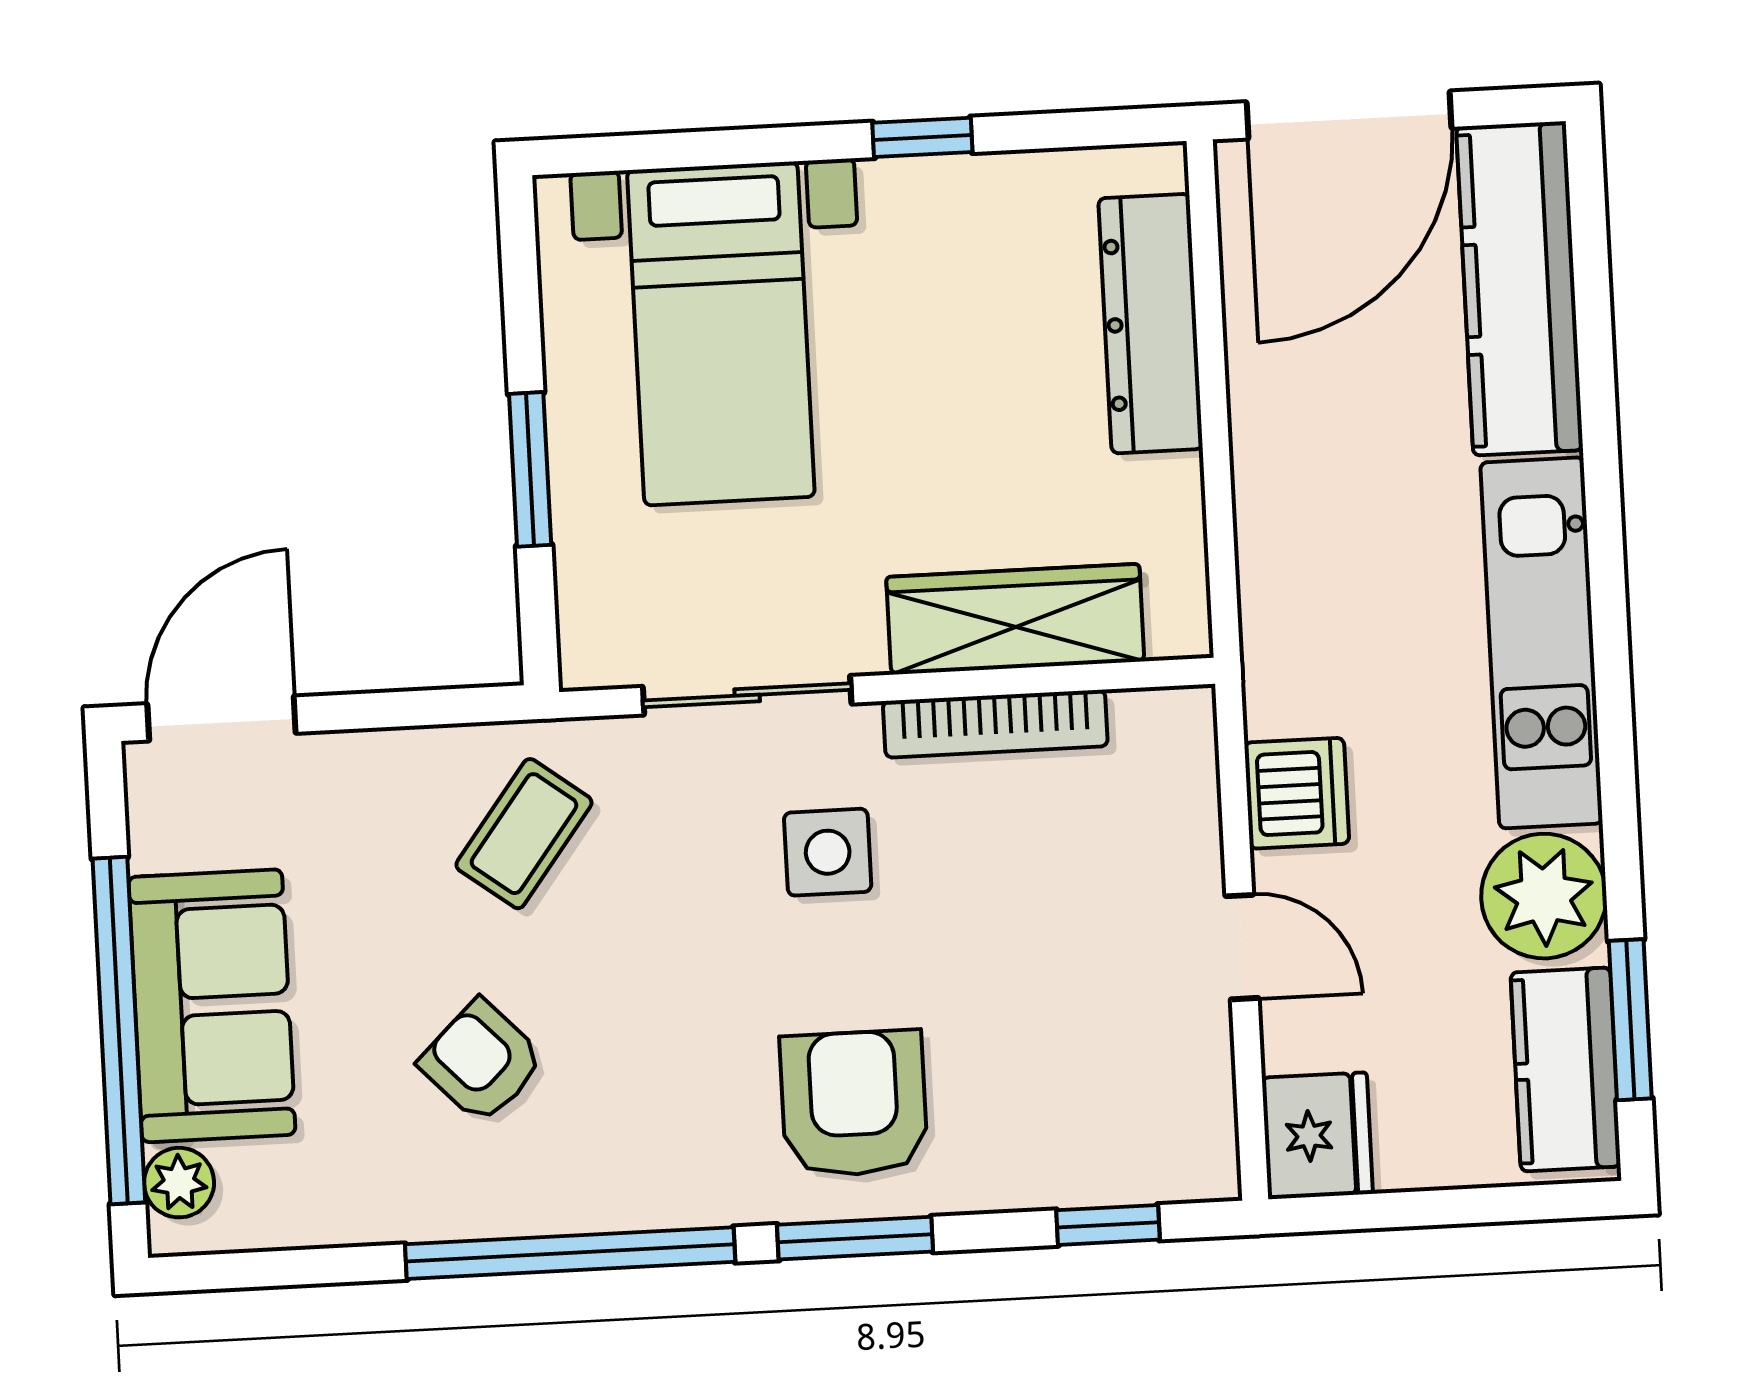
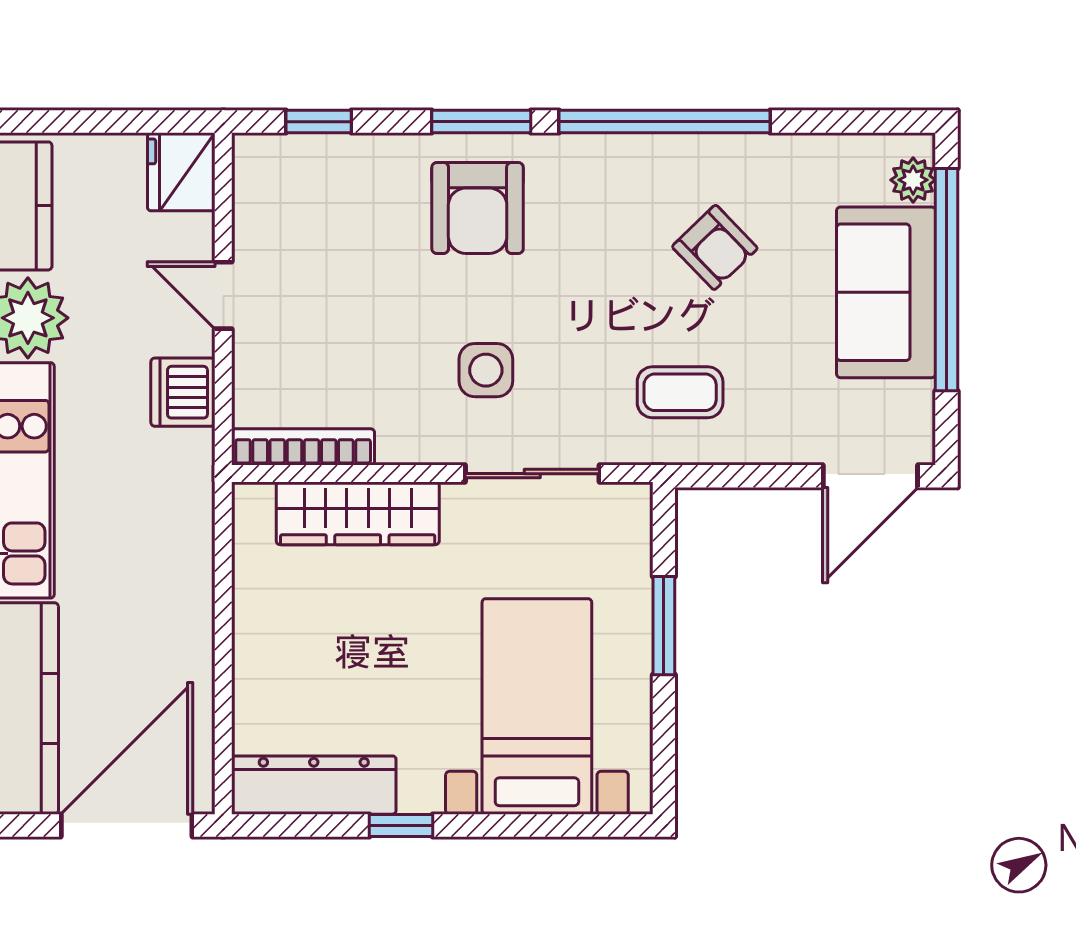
dresser: (1151, 324) -> (314, 785), moved, turned -90
bookcase: (995, 724) -> (303, 447), moved
coffee table: (524, 834) -> (680, 392), turned 53

